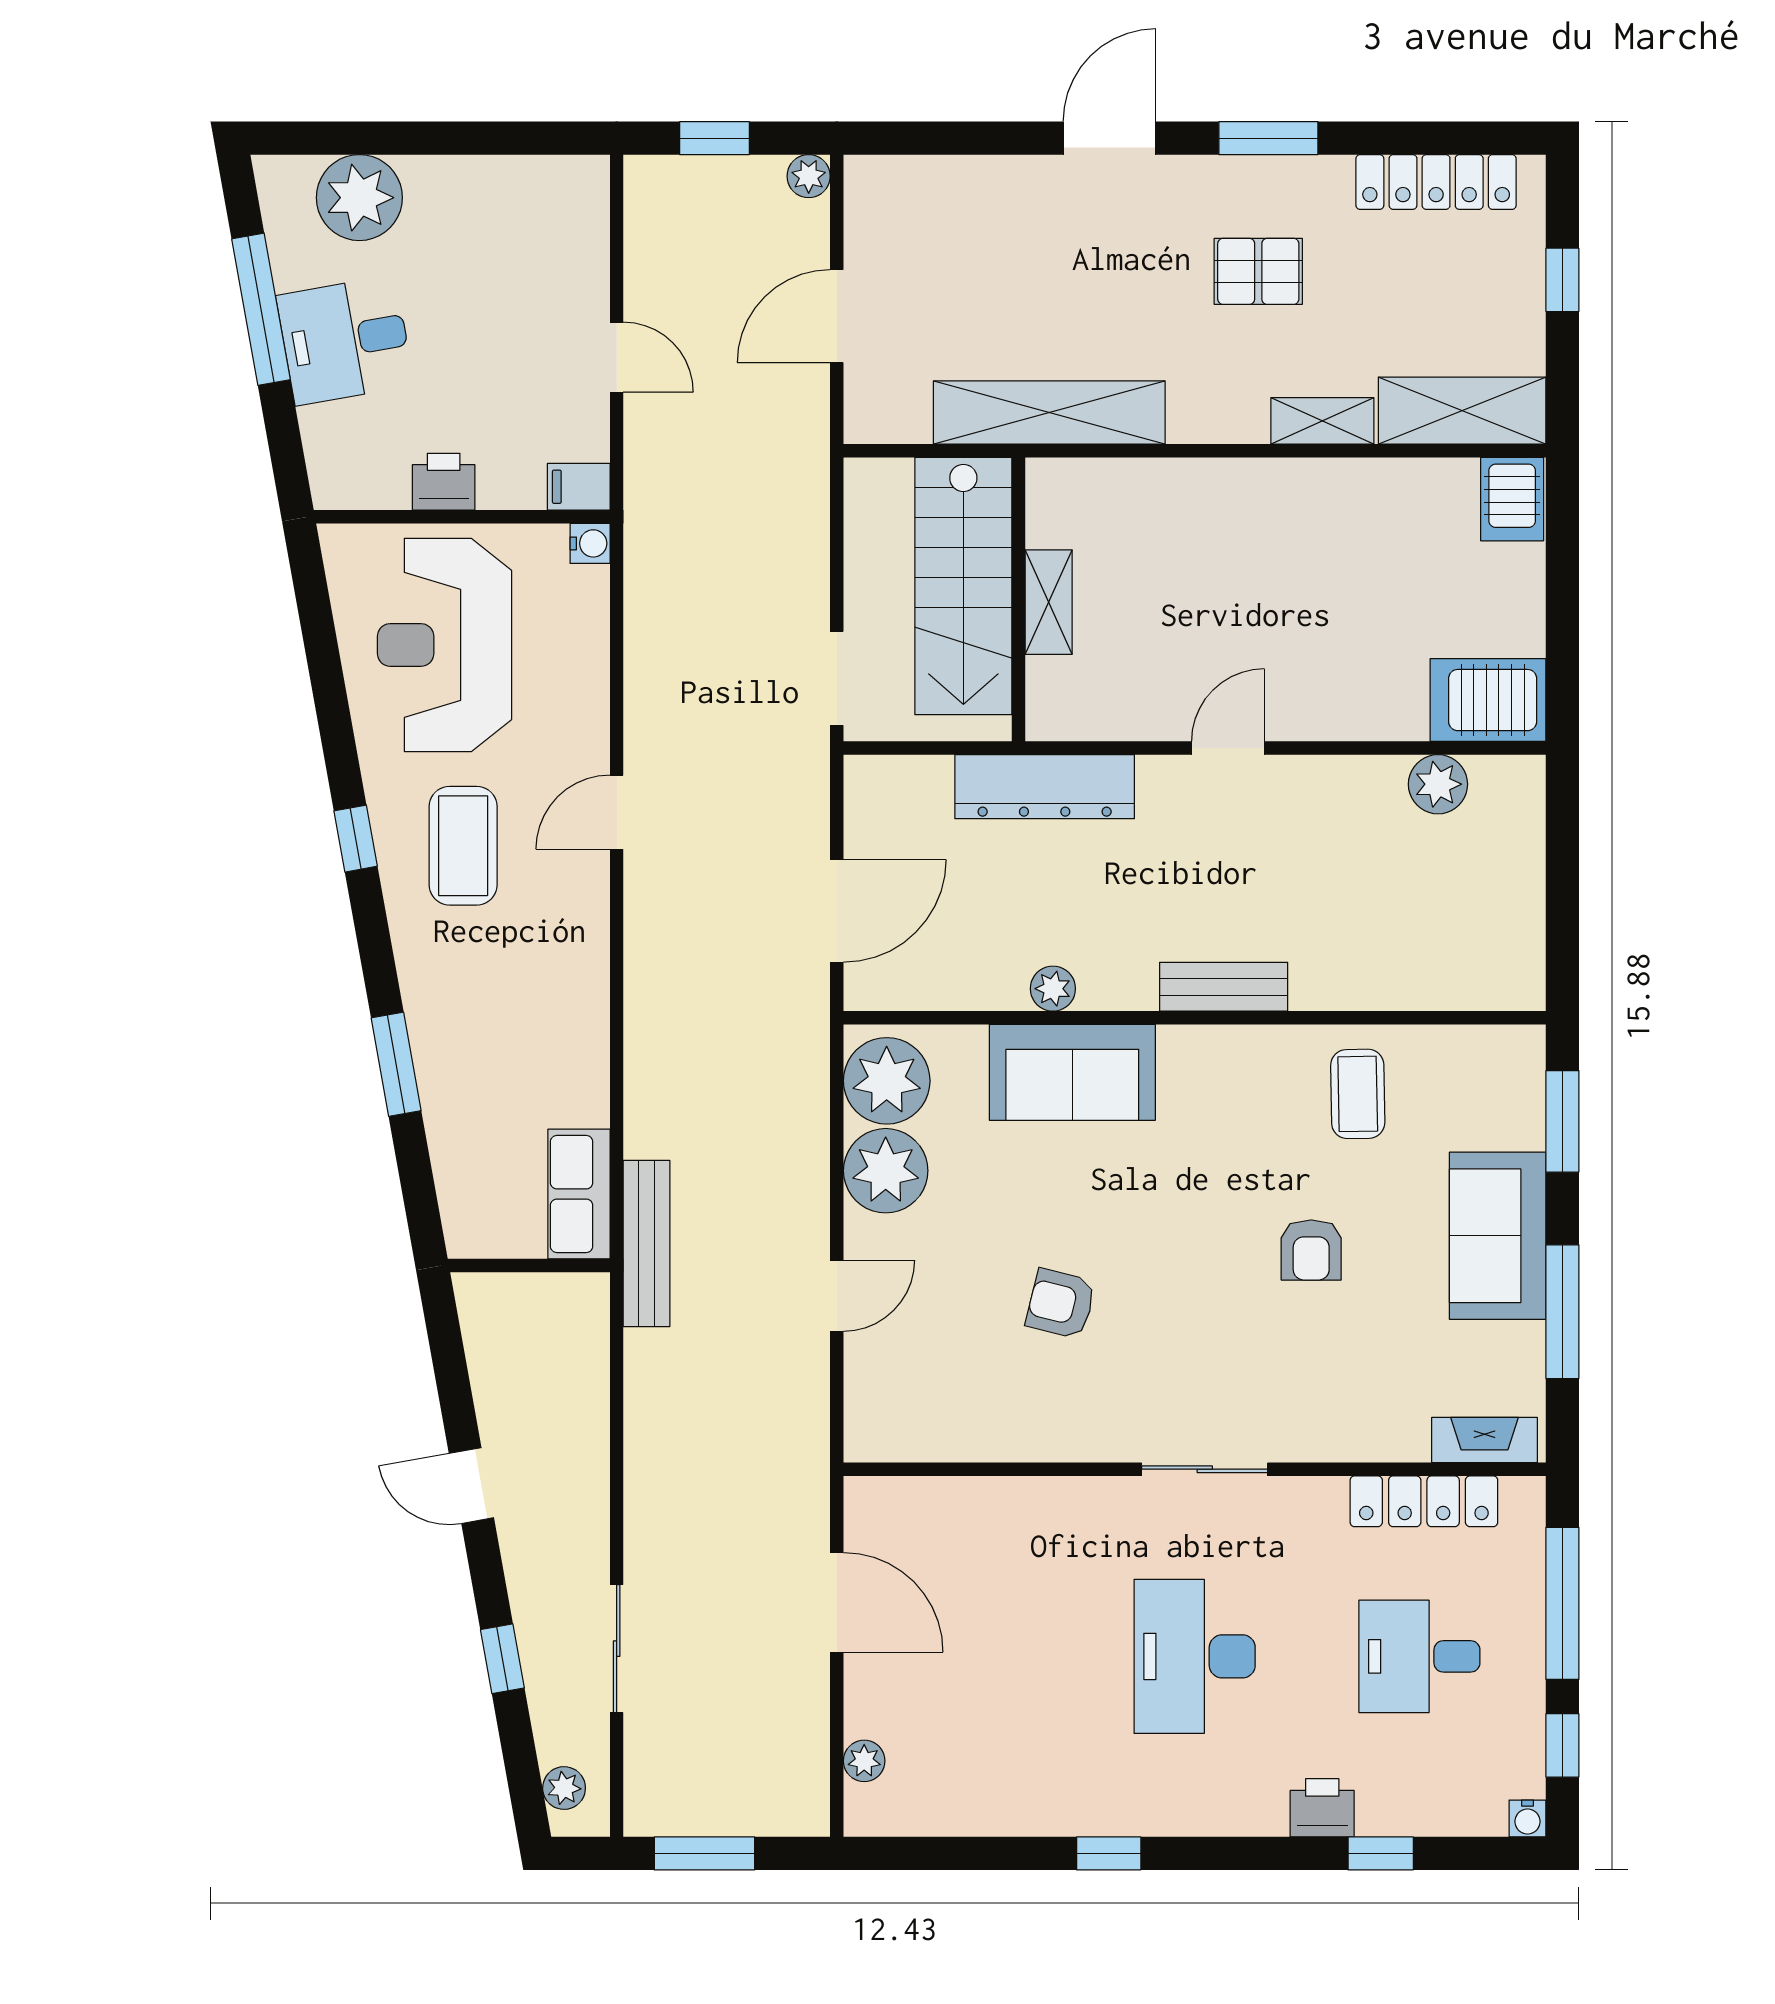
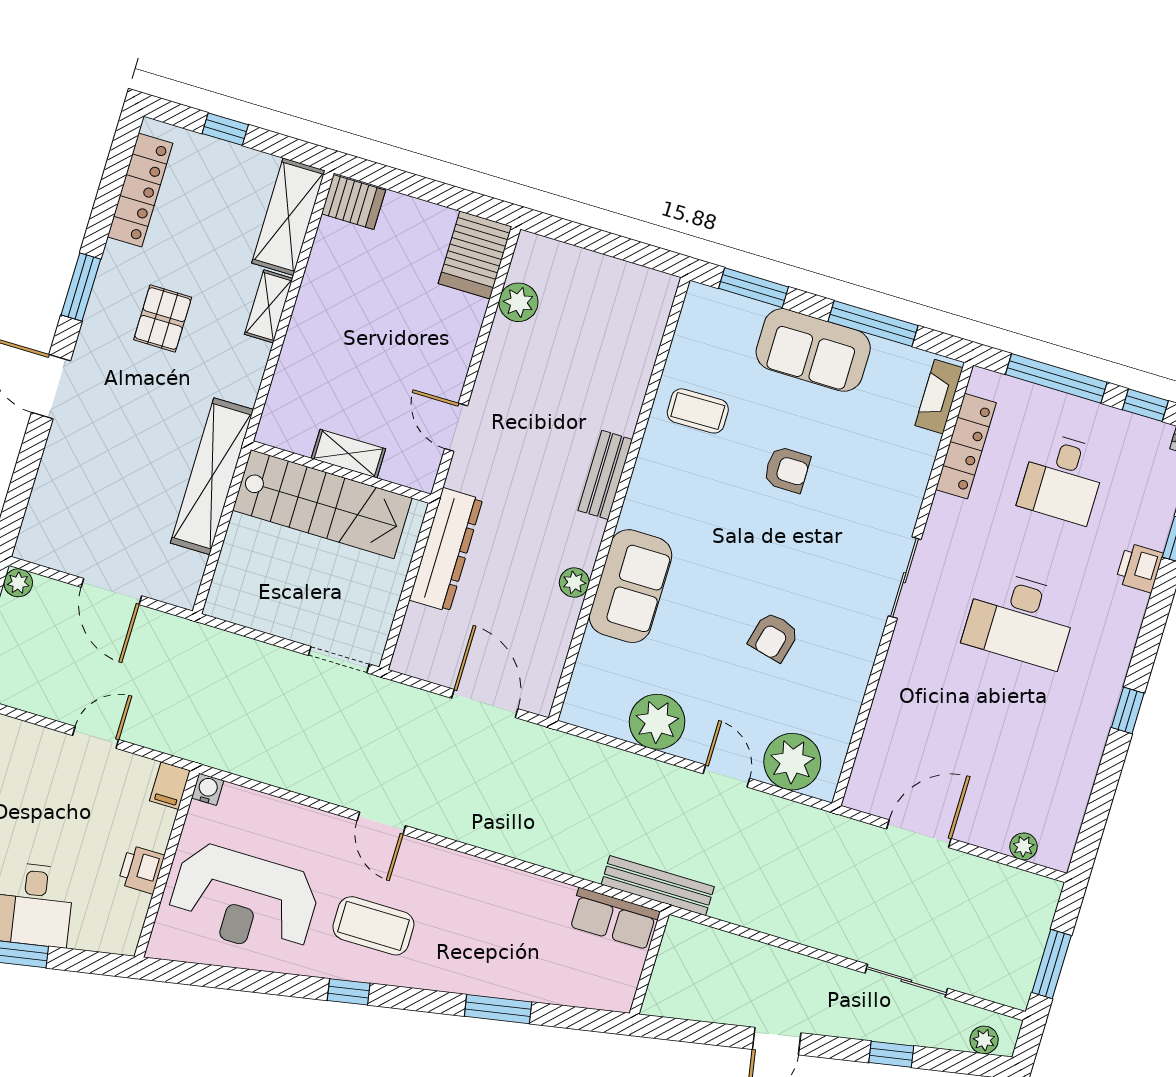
stairs: (963, 586) -> (322, 504), moved
wall: (1019, 599) -> (341, 472), moved
shelving: (1049, 602) -> (348, 454), moved
plant: (887, 1081) -> (792, 762), moved

